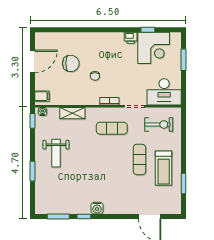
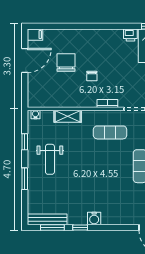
chair: (71, 63) -> (66, 63), turned -90
filing cabinet: (42, 96) -> (35, 35), moved
window: (33, 121) -> (25, 142), moved
bench: (53, 209) -> (47, 219), added

